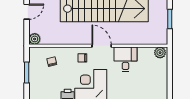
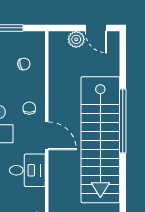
plant: (35, 39) -> (76, 39), moved
door: (102, 46) -> (47, 136), hinge flipped

